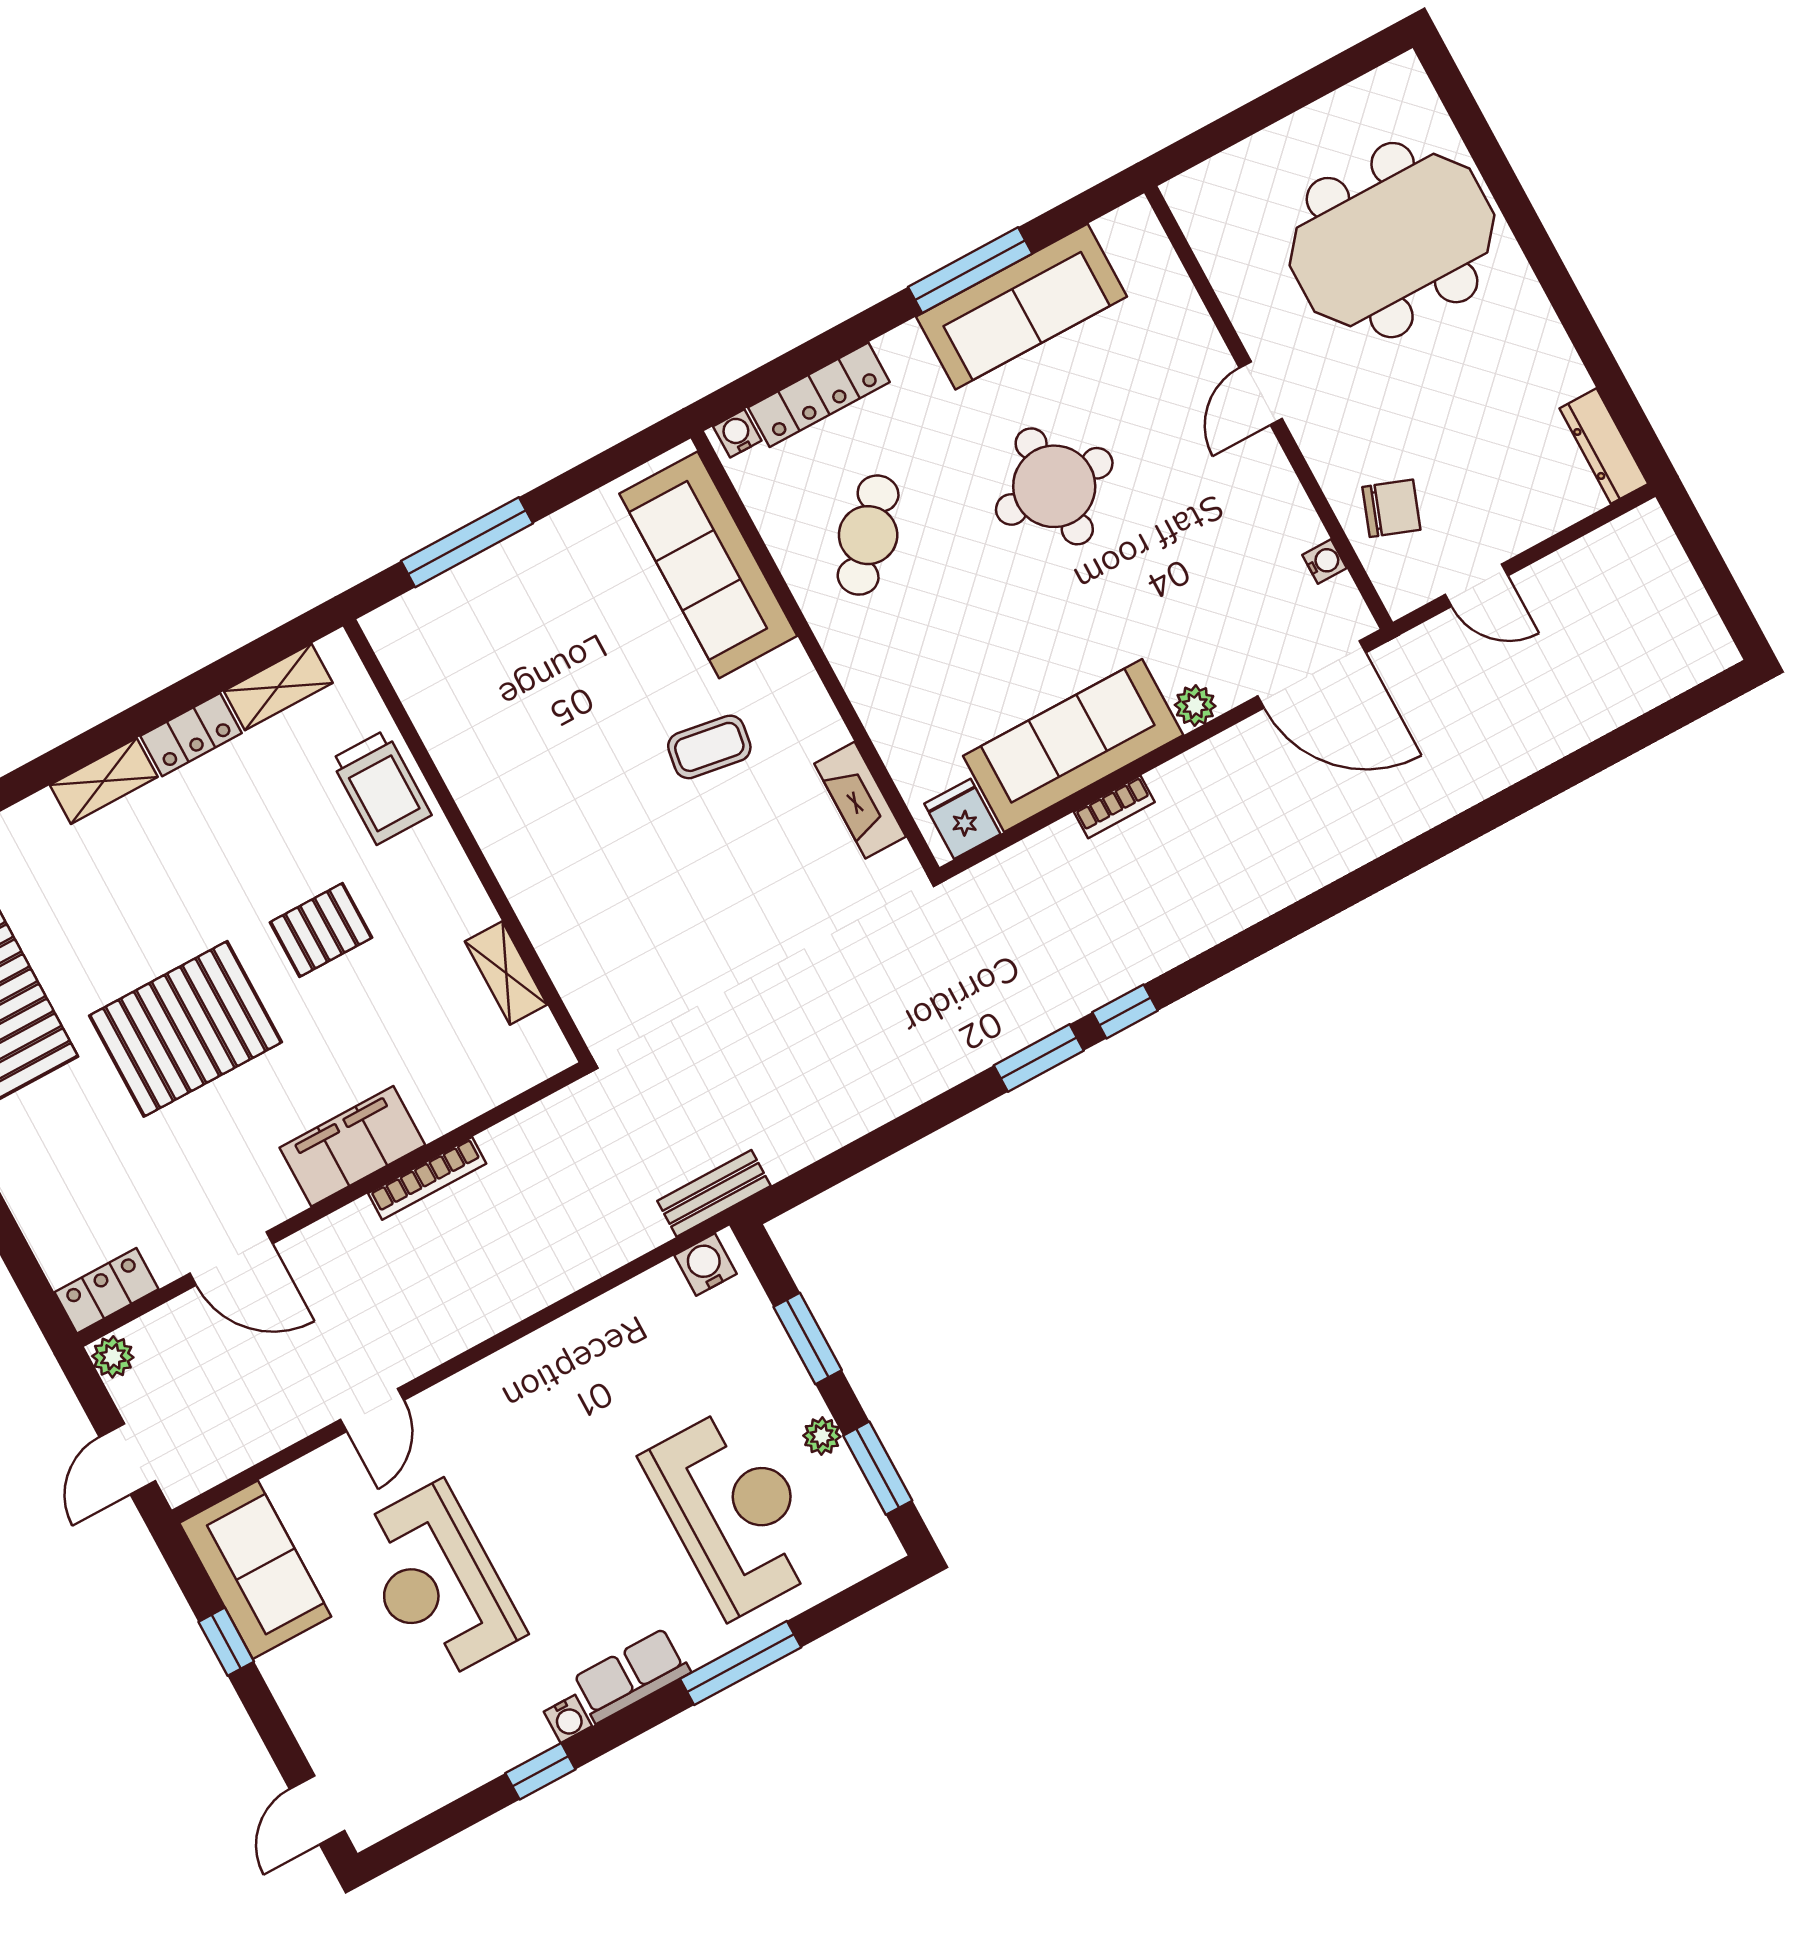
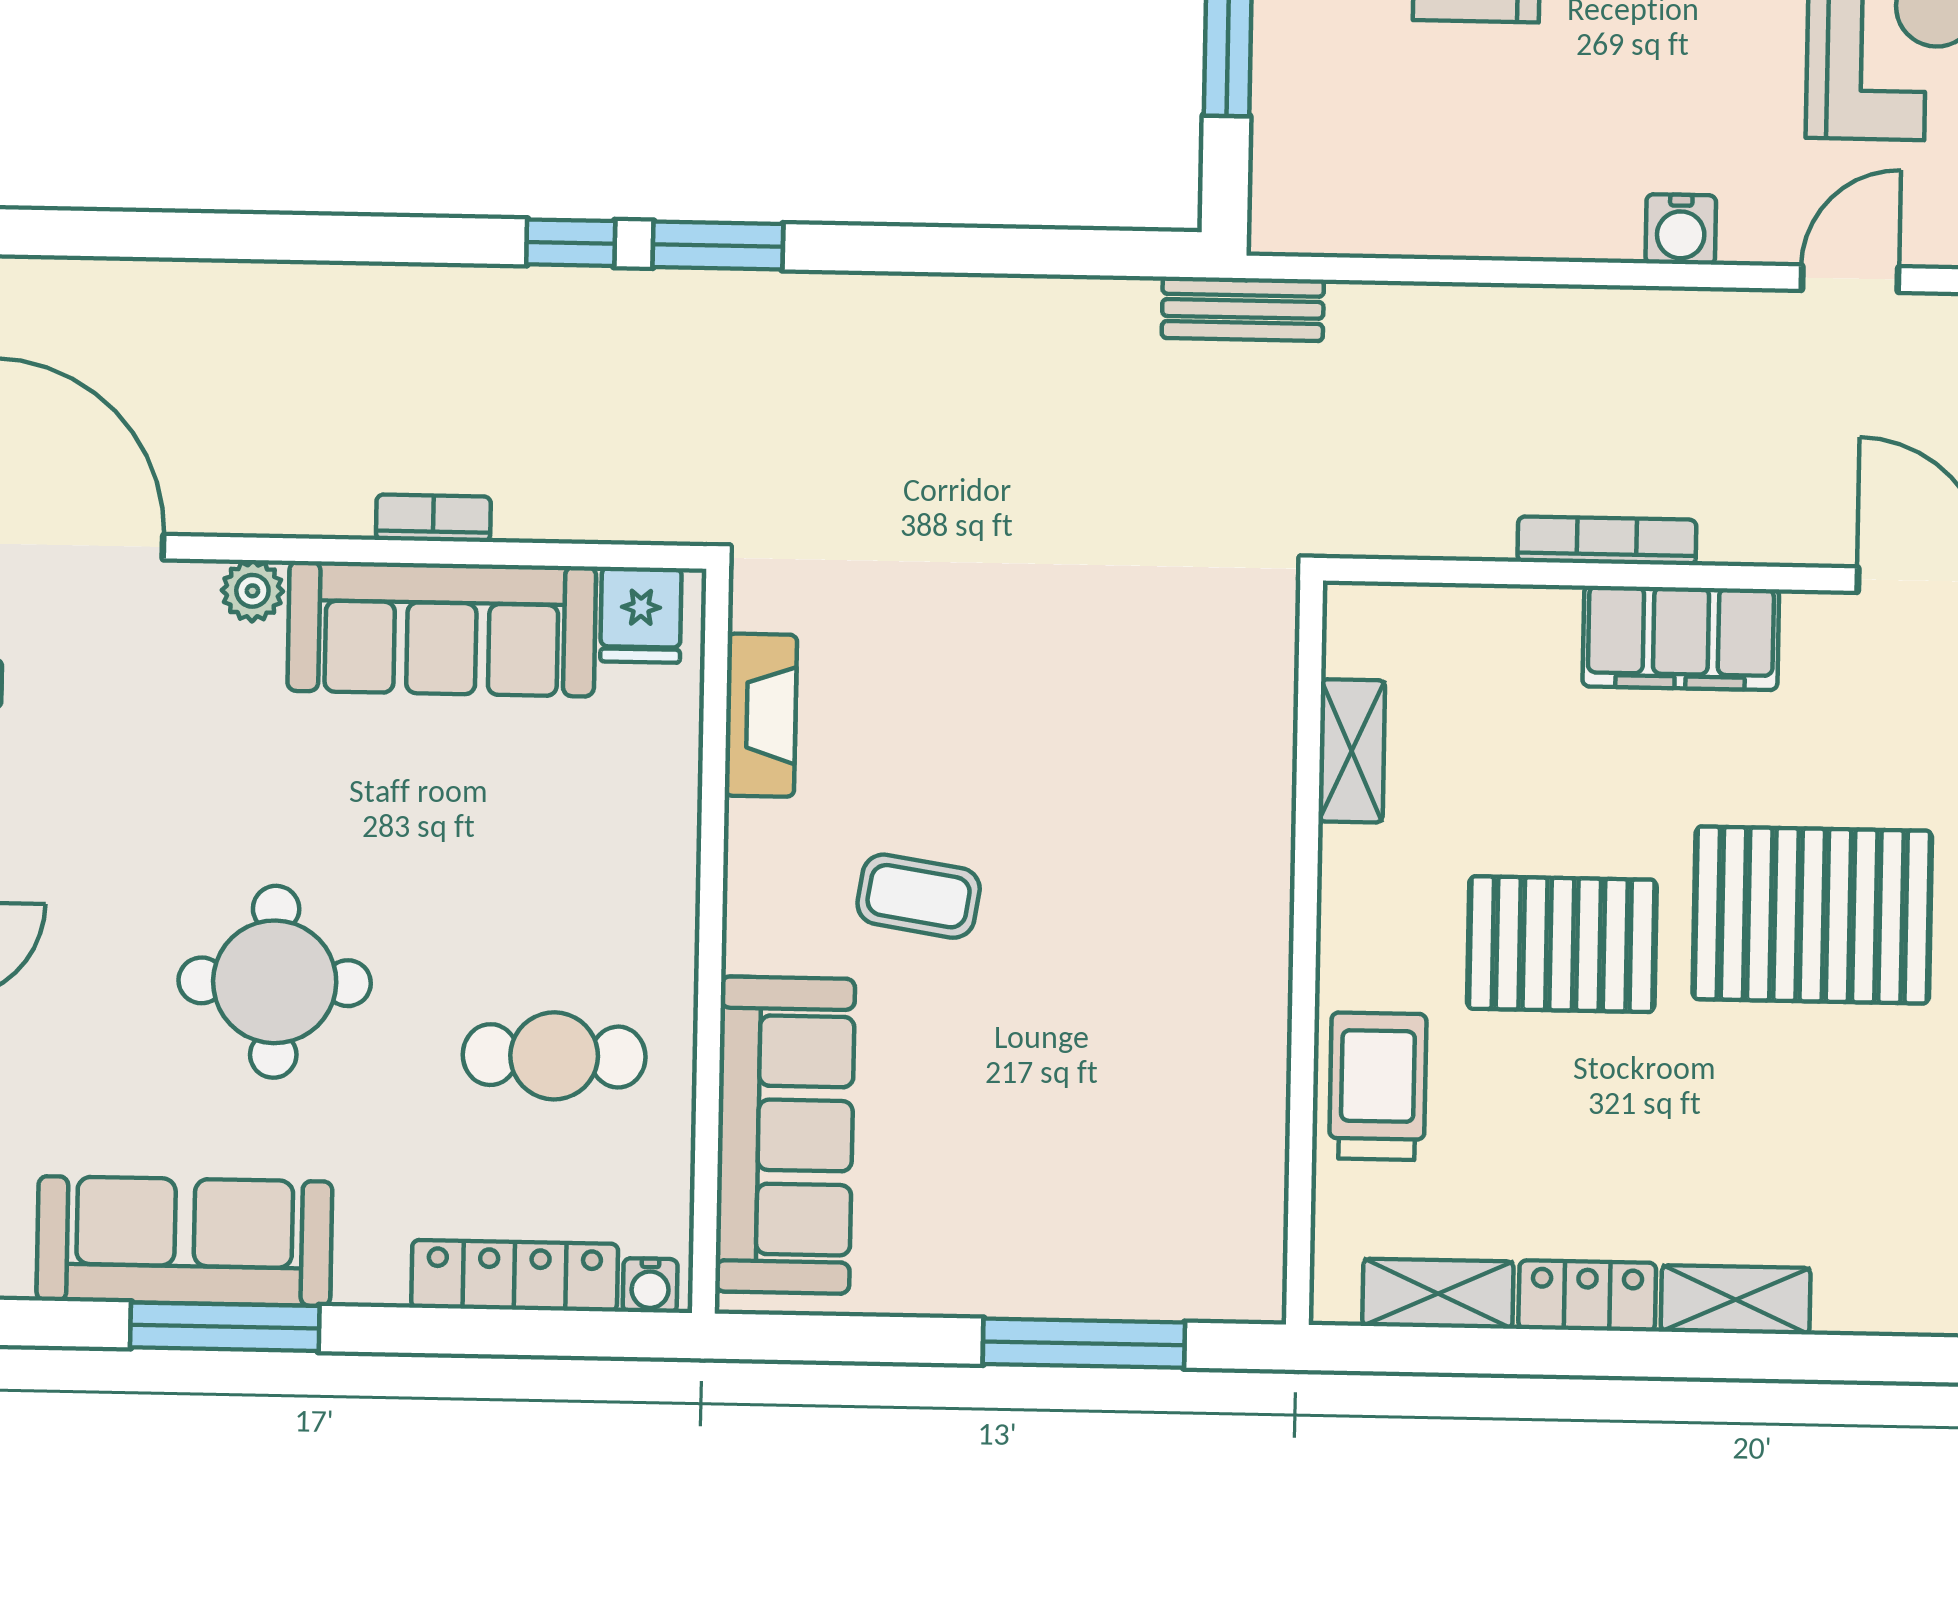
cafe table: (868, 535) -> (554, 1056), turned 48
pallet: (321, 930) -> (1562, 944), width x1.50, depth x1.42
water cooler: (705, 1264) -> (1681, 229), moved

